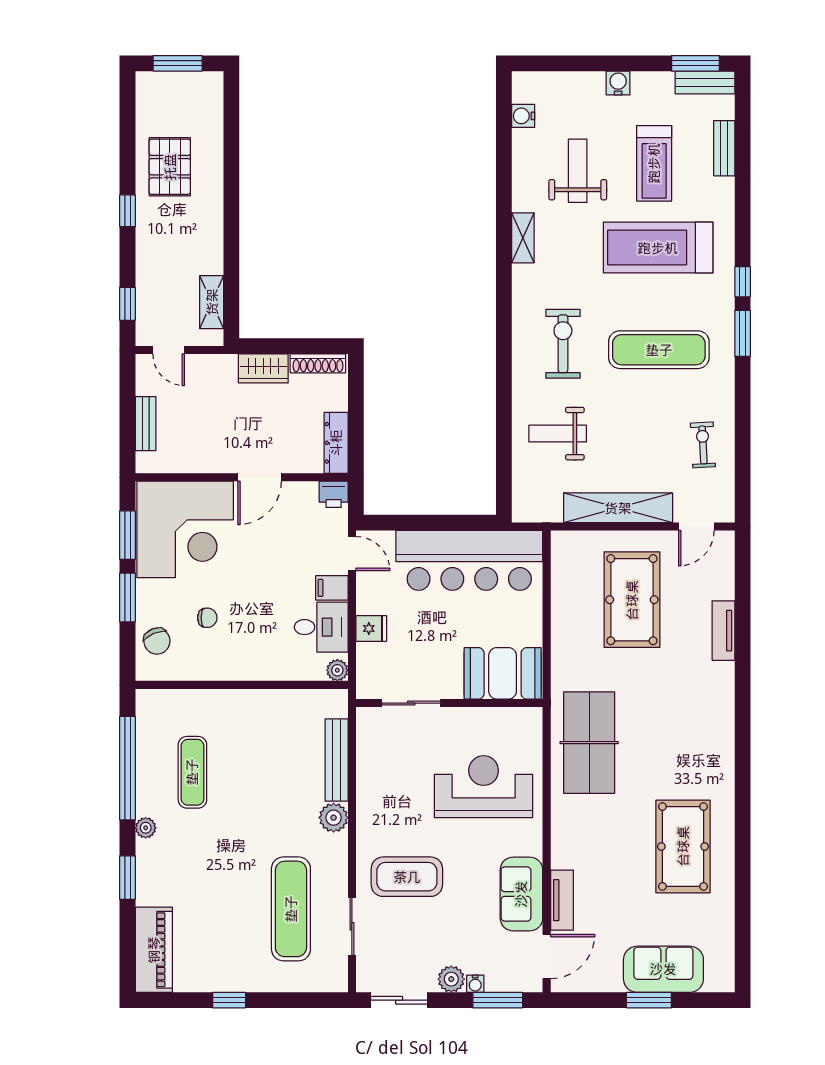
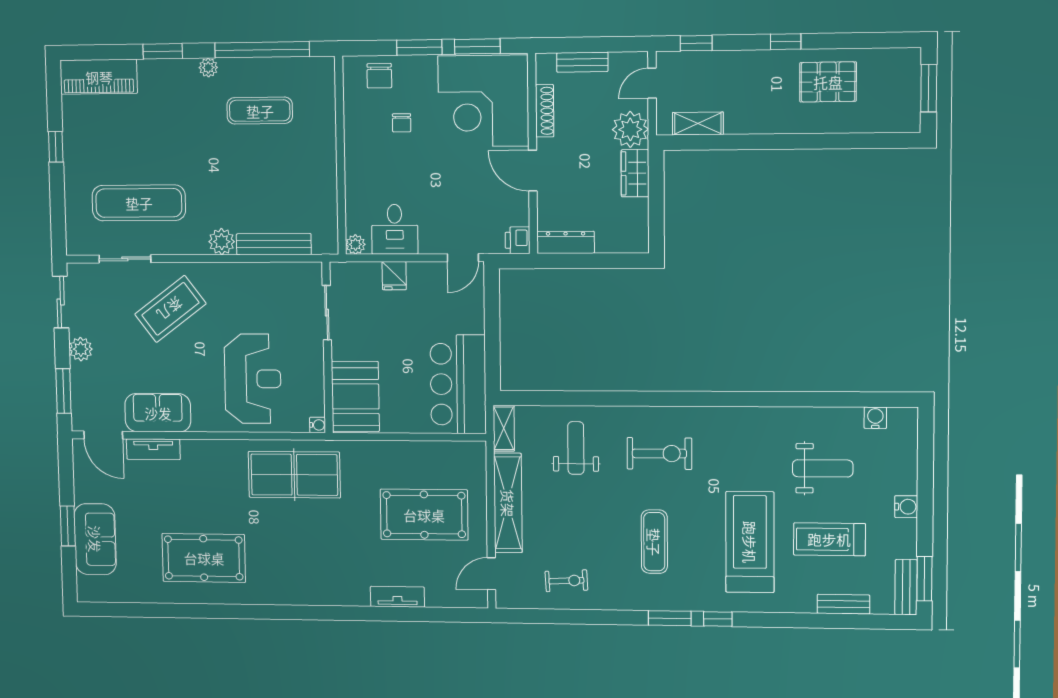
shelving: (523, 238) -> (504, 428), moved, turned 90
exercise mat: (659, 350) -> (654, 542), width x0.73, depth x0.69
shoe rack: (318, 363) -> (545, 111), moved, turned 180
plant: (217, 373) -> (630, 129), added
door: (696, 527) -> (491, 574), hinge flipped
bar counter: (469, 560) -> (458, 384), width x0.73
filing cabinet: (332, 588) -> (431, 239), removed
chair: (157, 641) -> (379, 76), turned -67
coffee table: (407, 877) -> (170, 309), turned 53
water cooler: (475, 984) -> (318, 425), moved, turned 180

